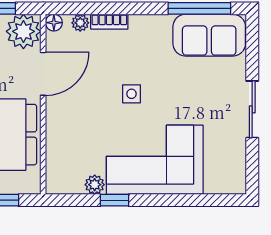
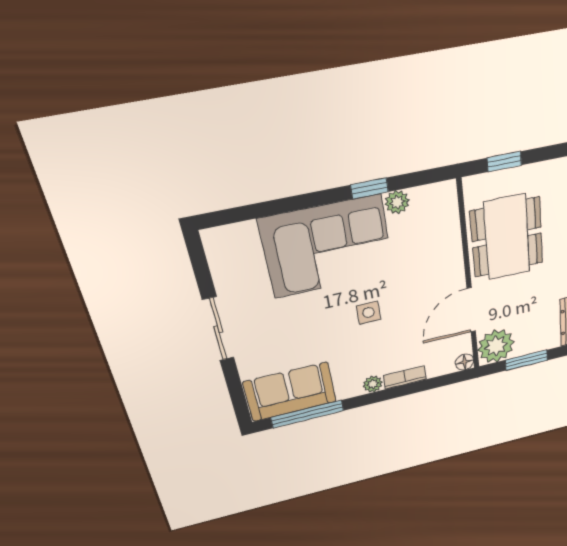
plant: (80, 23) -> (373, 384), moved

